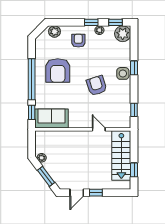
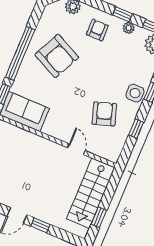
armchair: (58, 71) -> (57, 56), turned -64
armchair: (97, 86) -> (104, 114), moved
window: (134, 110) -> (136, 129), moved

